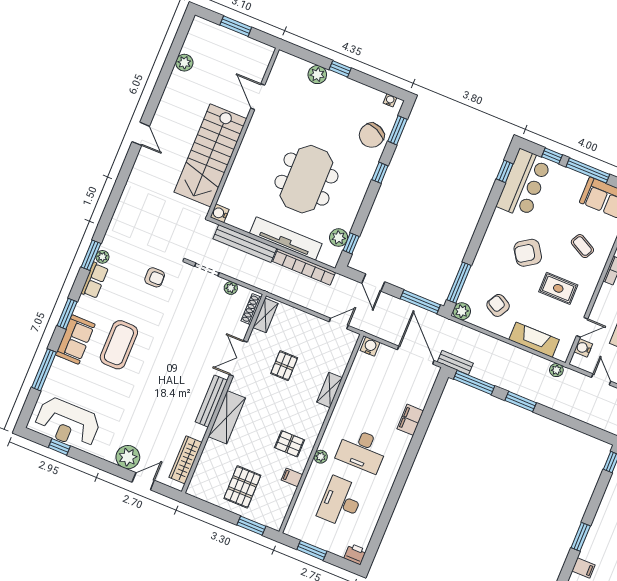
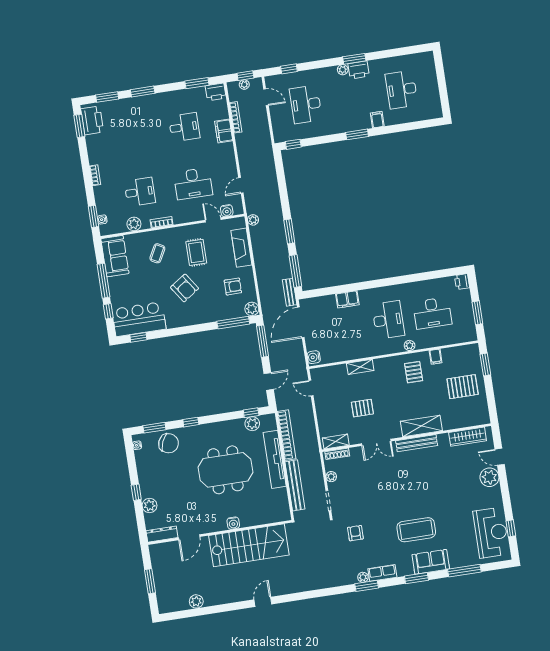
dresser: (279, 69) -> (162, 534), added
water cooler: (220, 213) -> (233, 523), moved
armchair: (498, 305) -> (233, 286), turned -119

